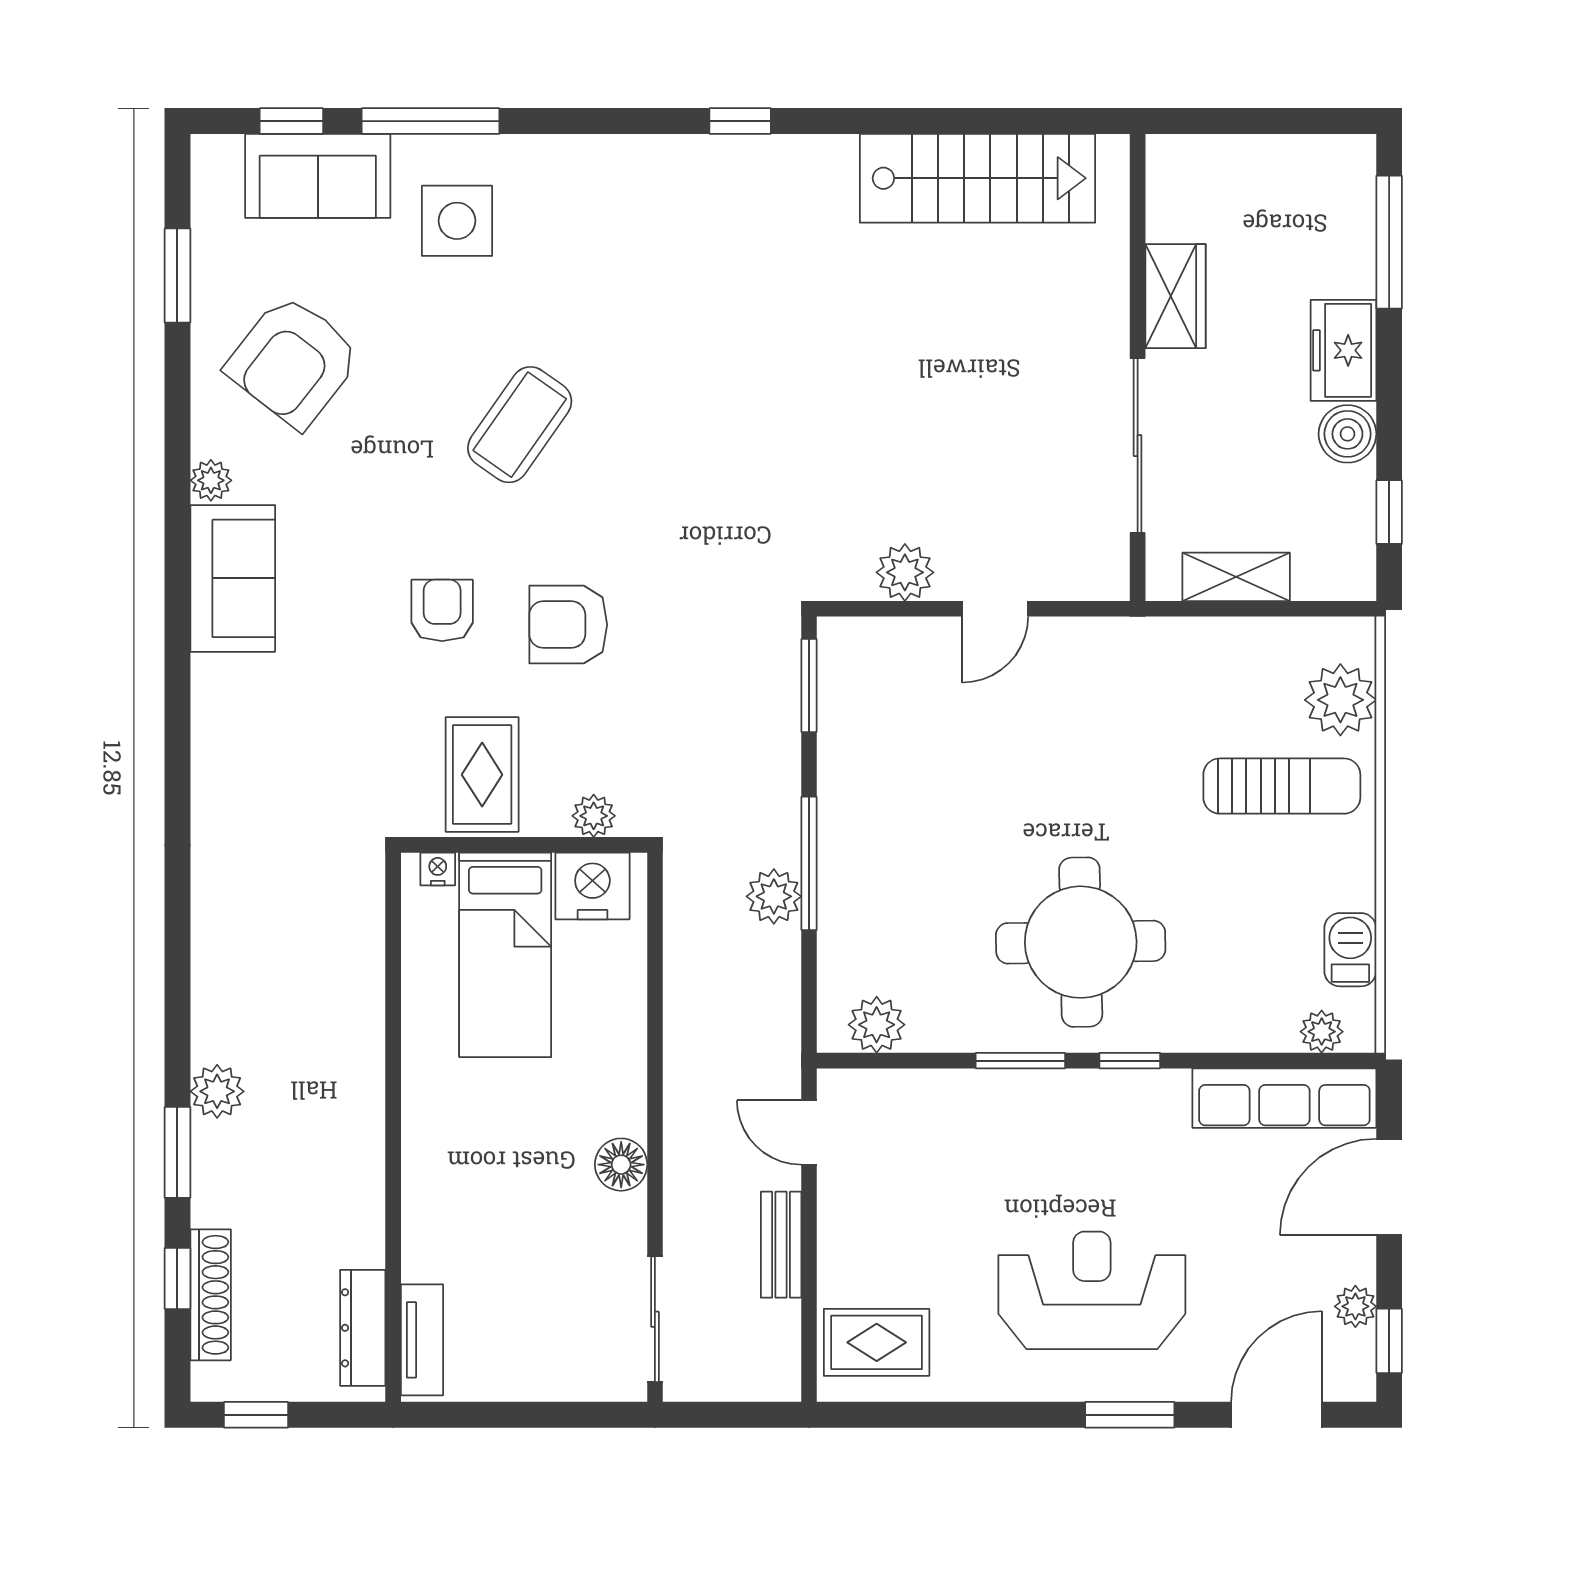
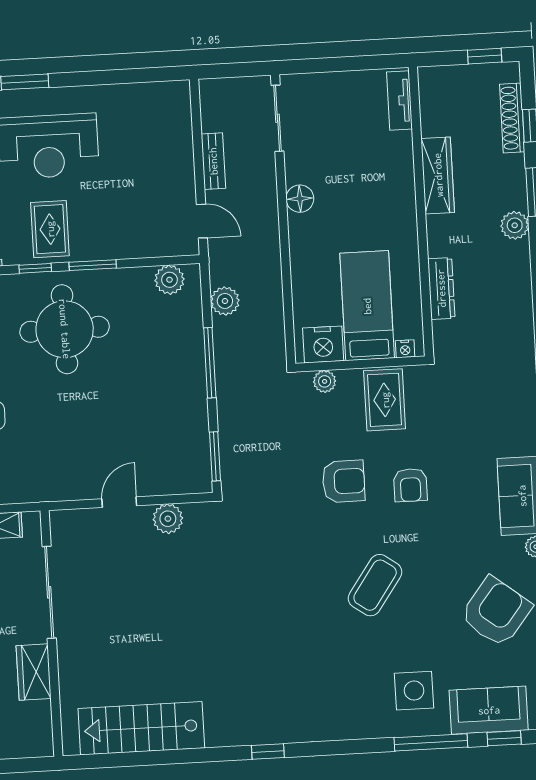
plant: (774, 896) -> (225, 301), moved
wardrobe: (358, 1194) -> (438, 175), added
dresser: (363, 1328) -> (441, 288), moved
rug: (877, 1342) -> (50, 229), moved, turned 90

